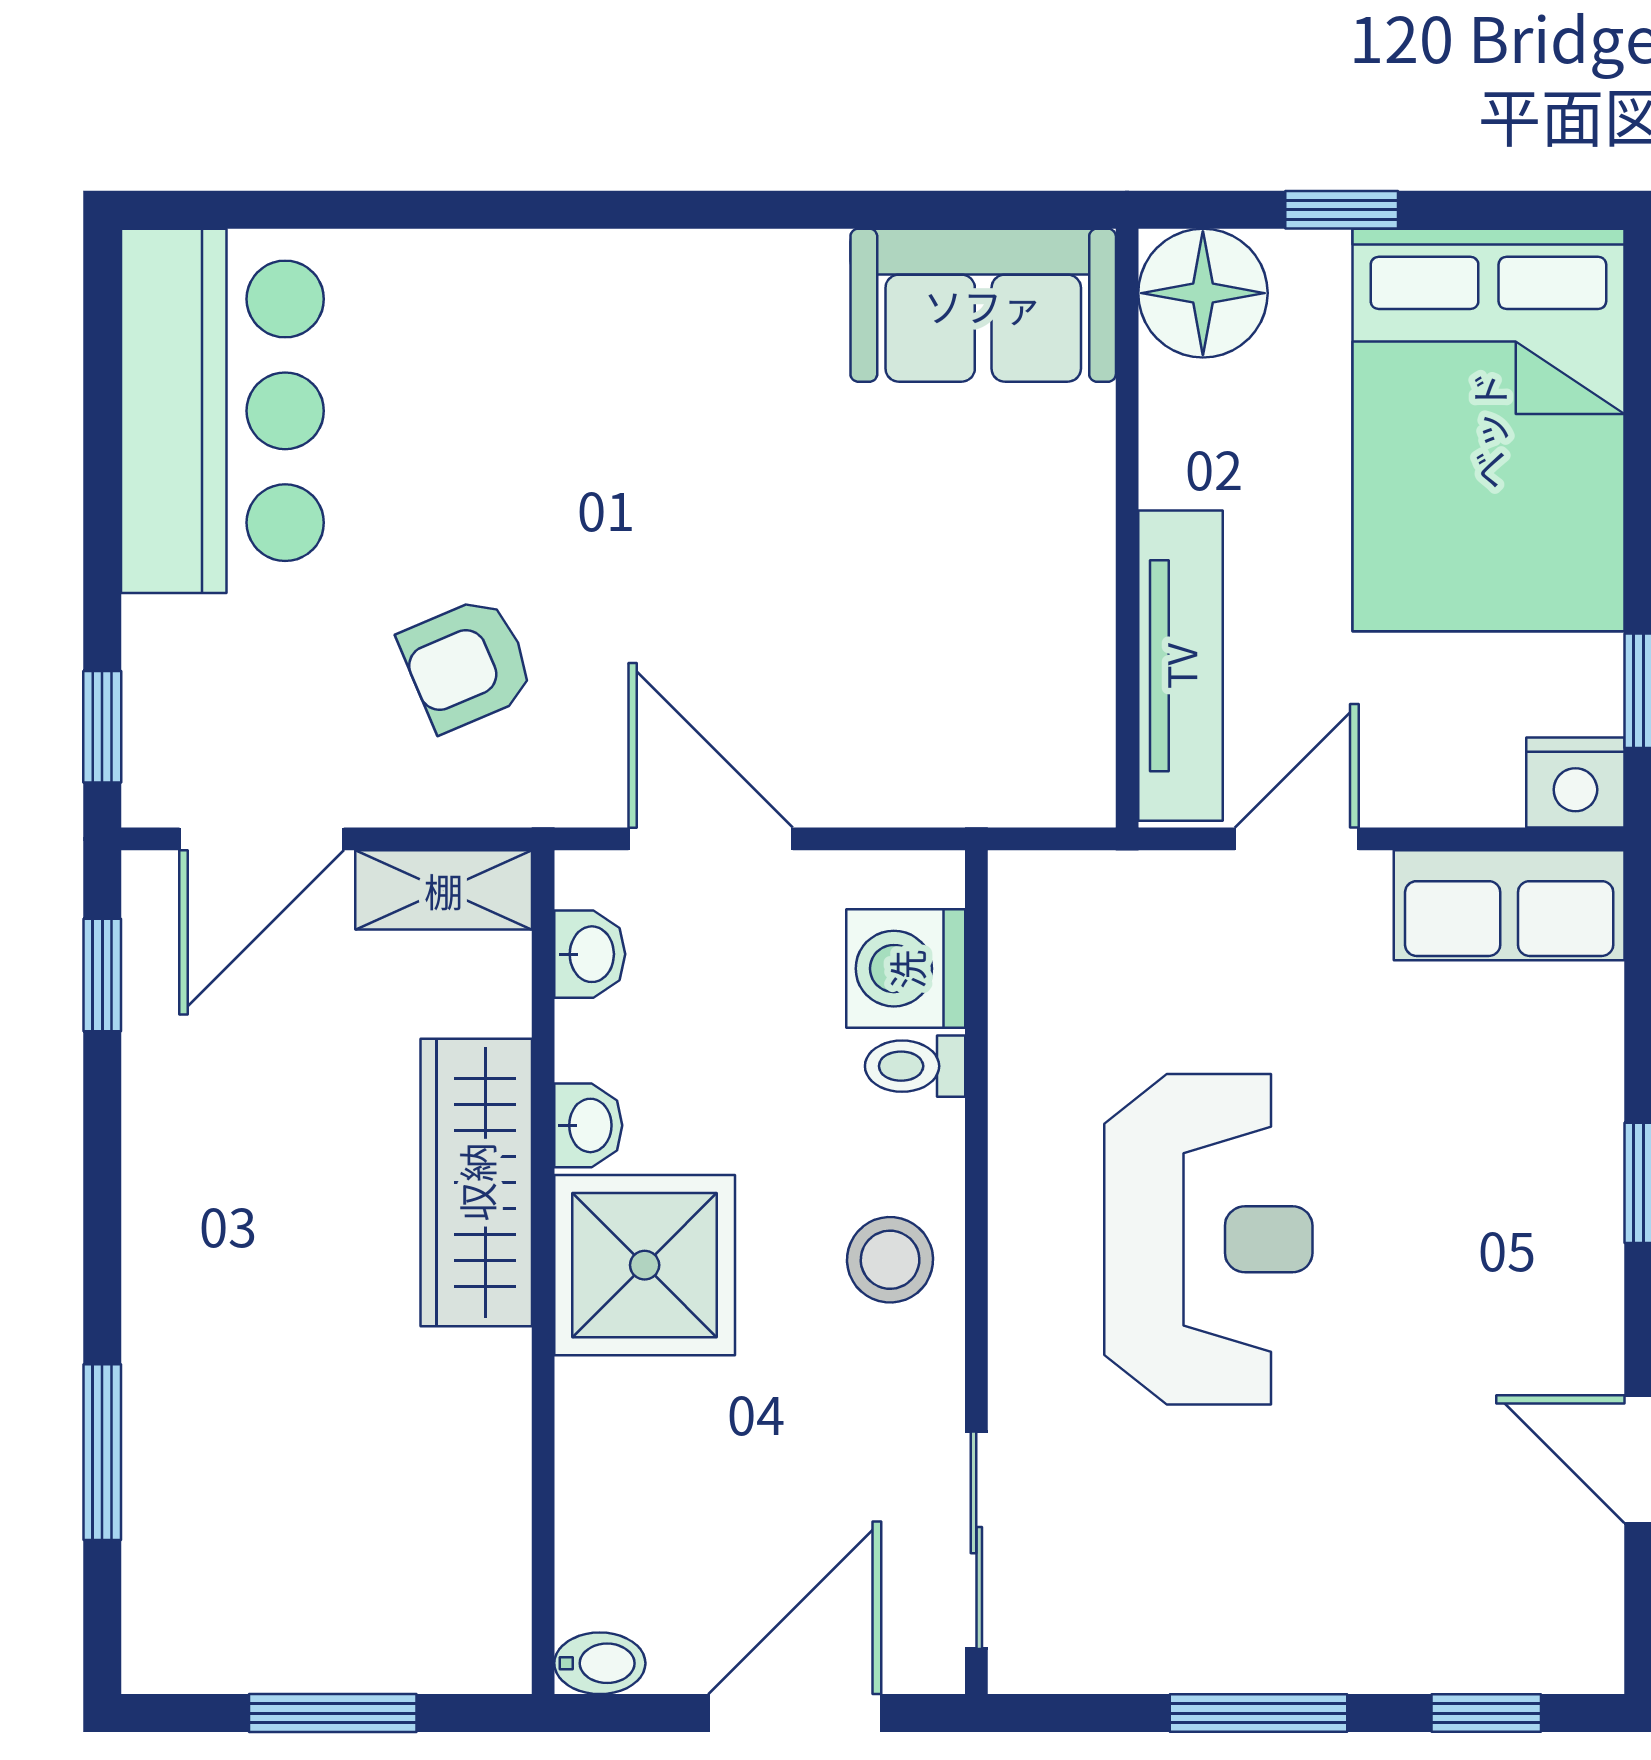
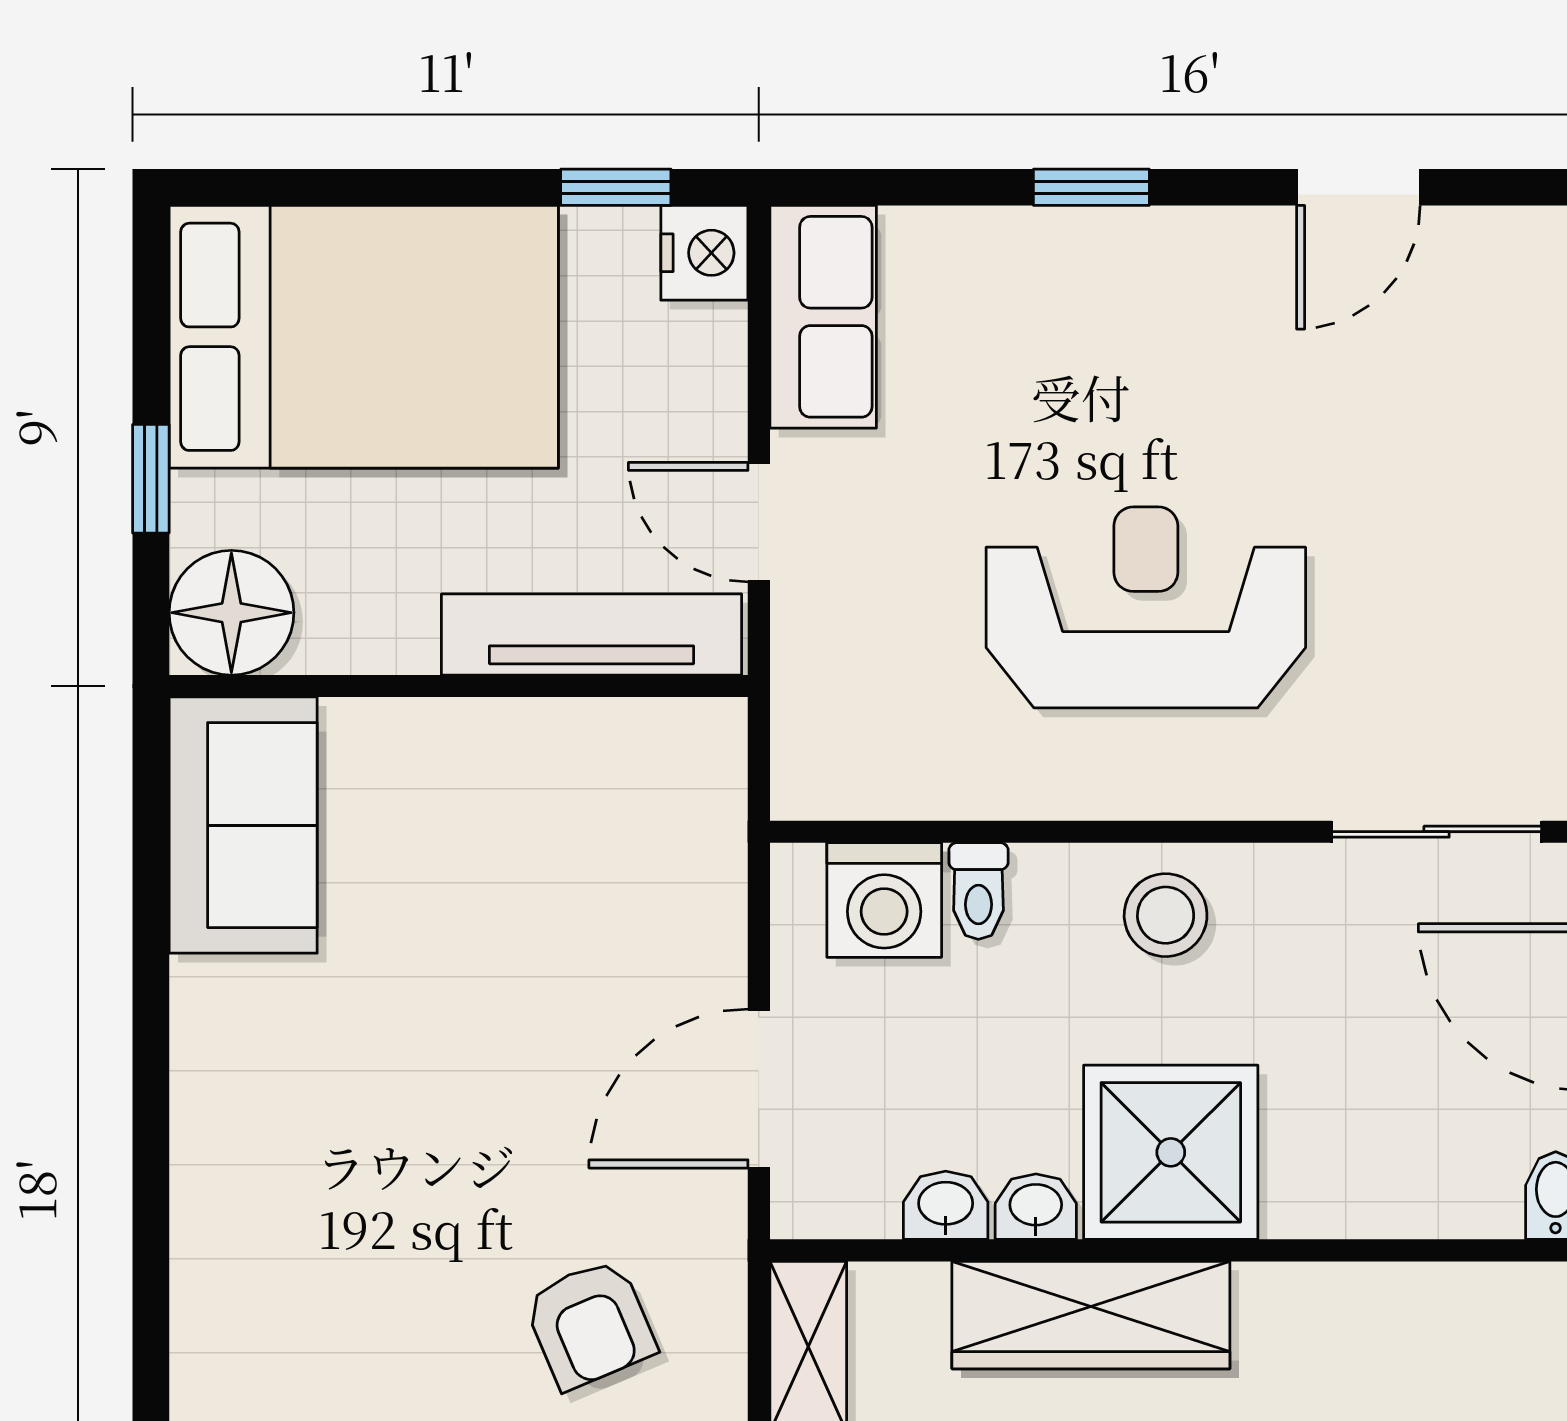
washbasin: (590, 954) -> (946, 1205), moved

